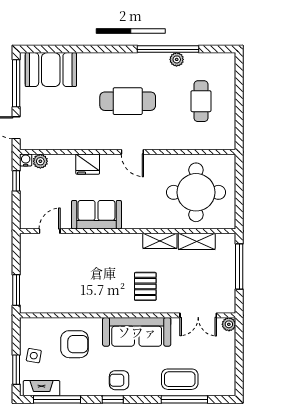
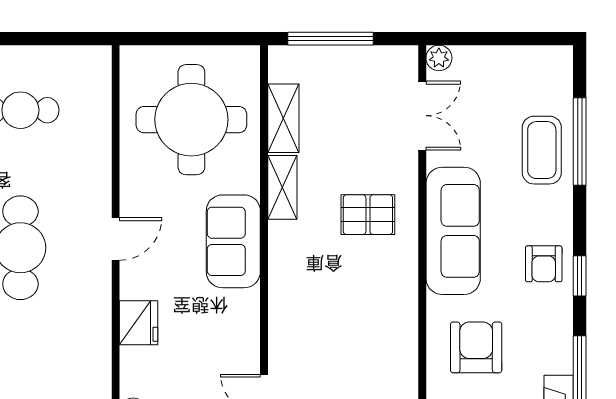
sofa: (96, 215) -> (233, 241), moved

